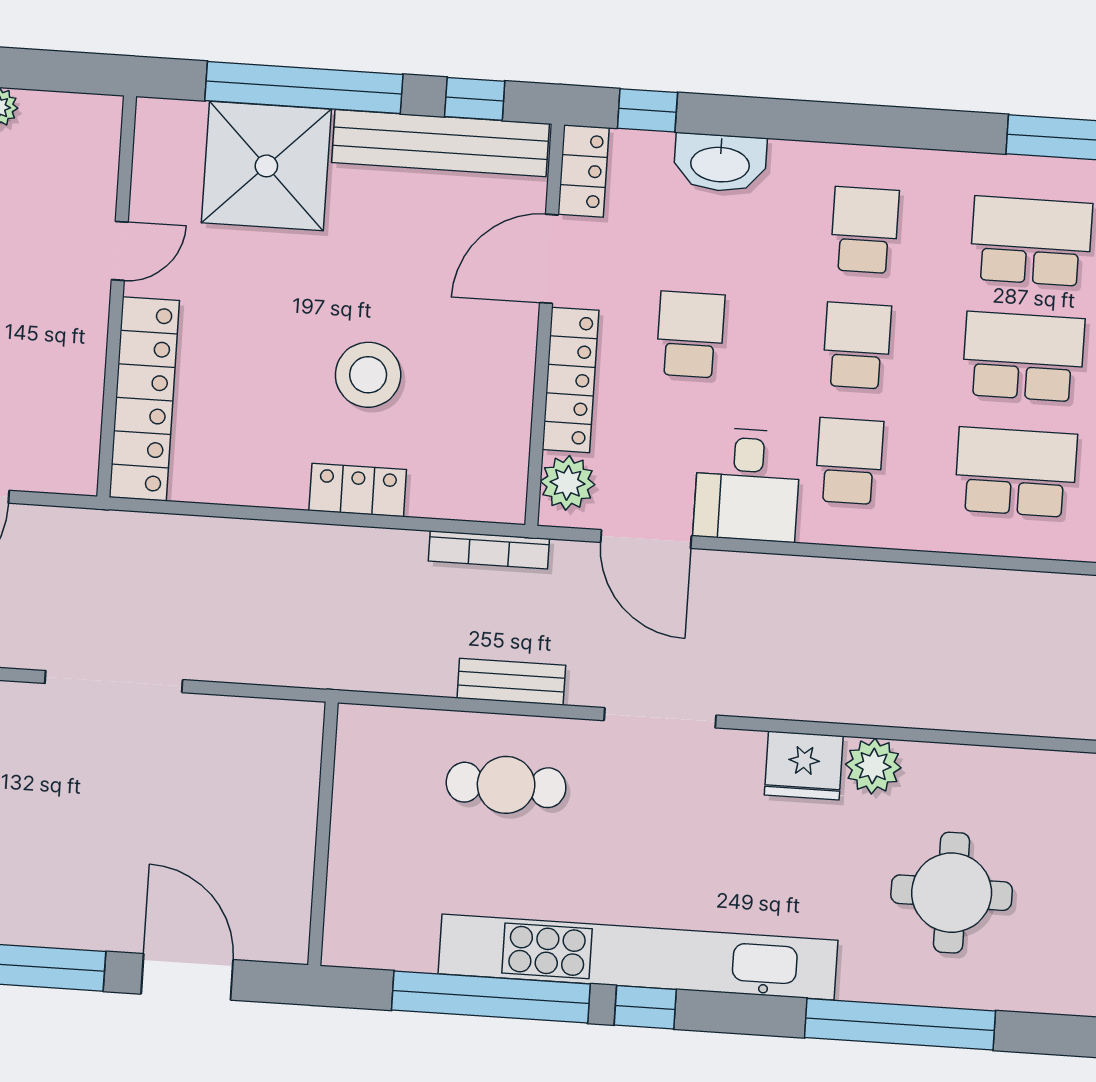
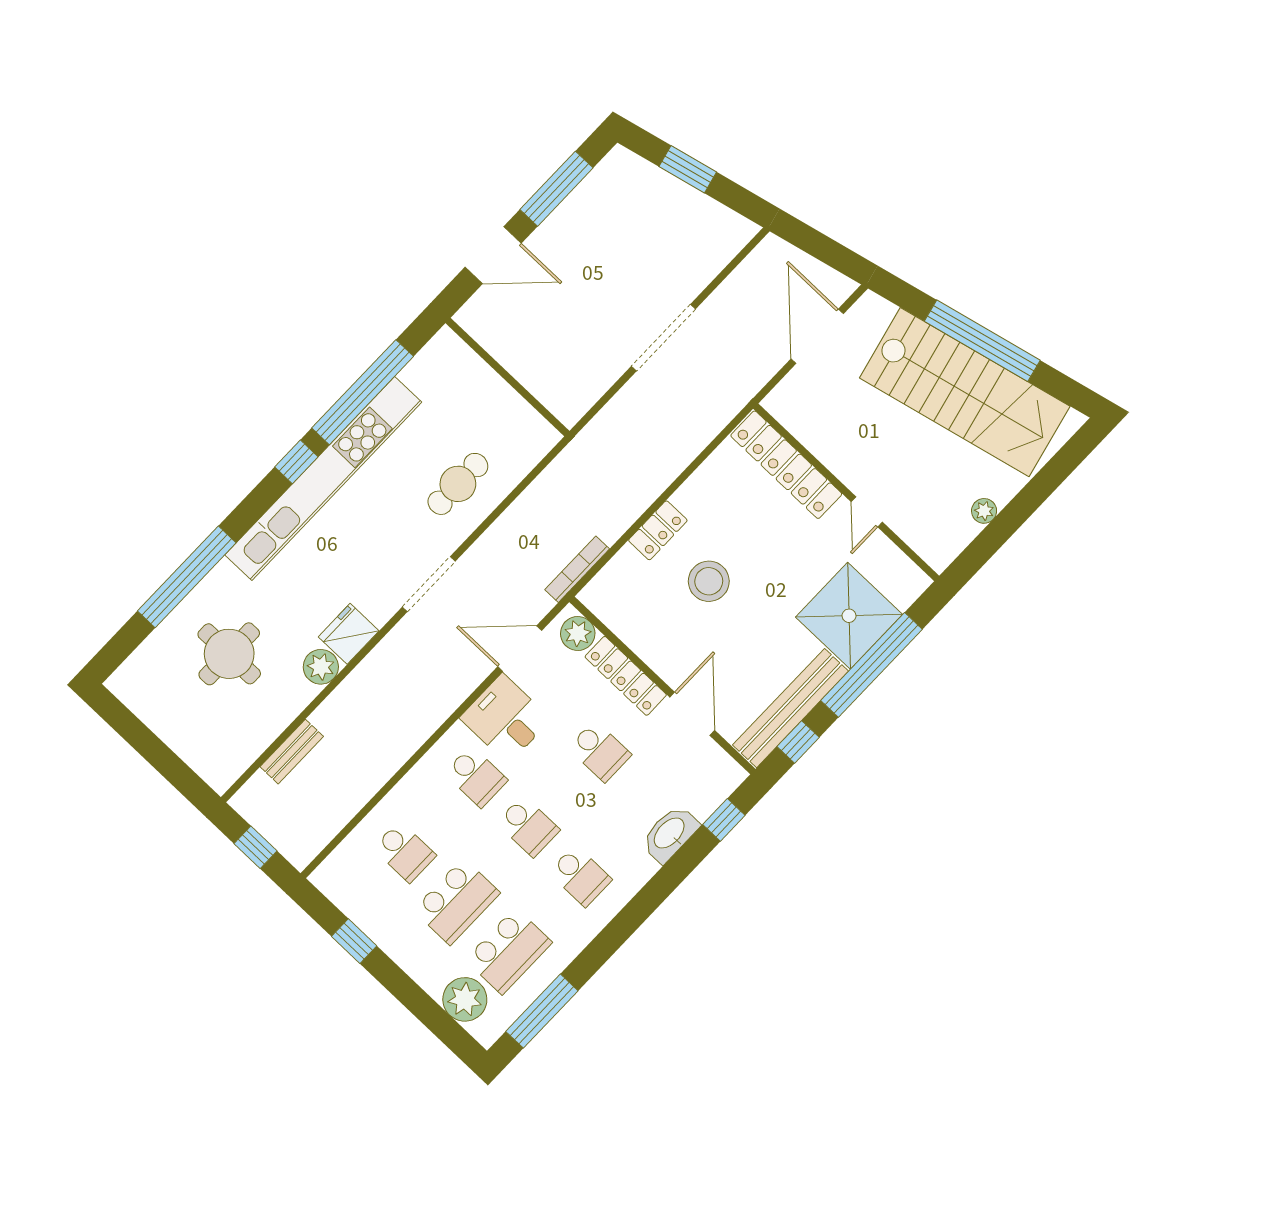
locker: (583, 171) -> (720, 765), removed
school desk: (1016, 472) -> (405, 852), width x0.54
bench: (511, 682) -> (292, 752), moved

